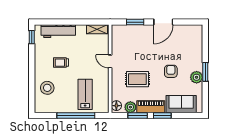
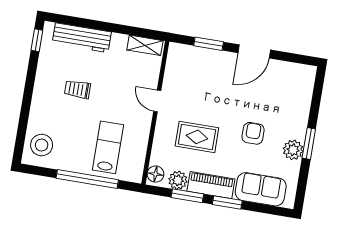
stool: (47, 88) -> (42, 145), moved

